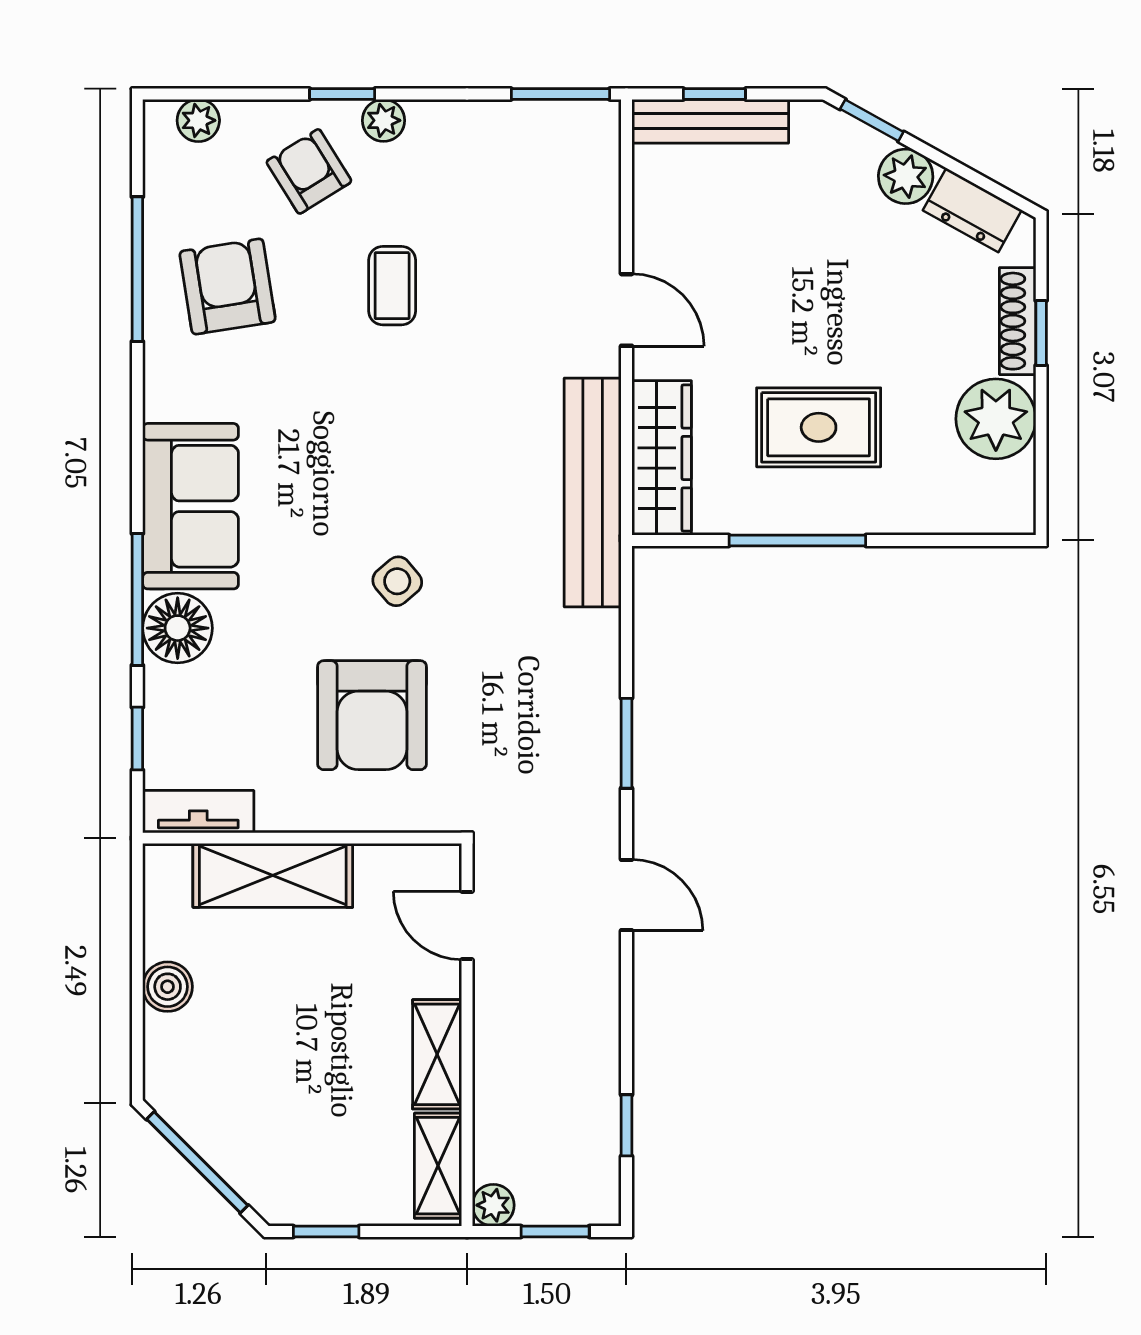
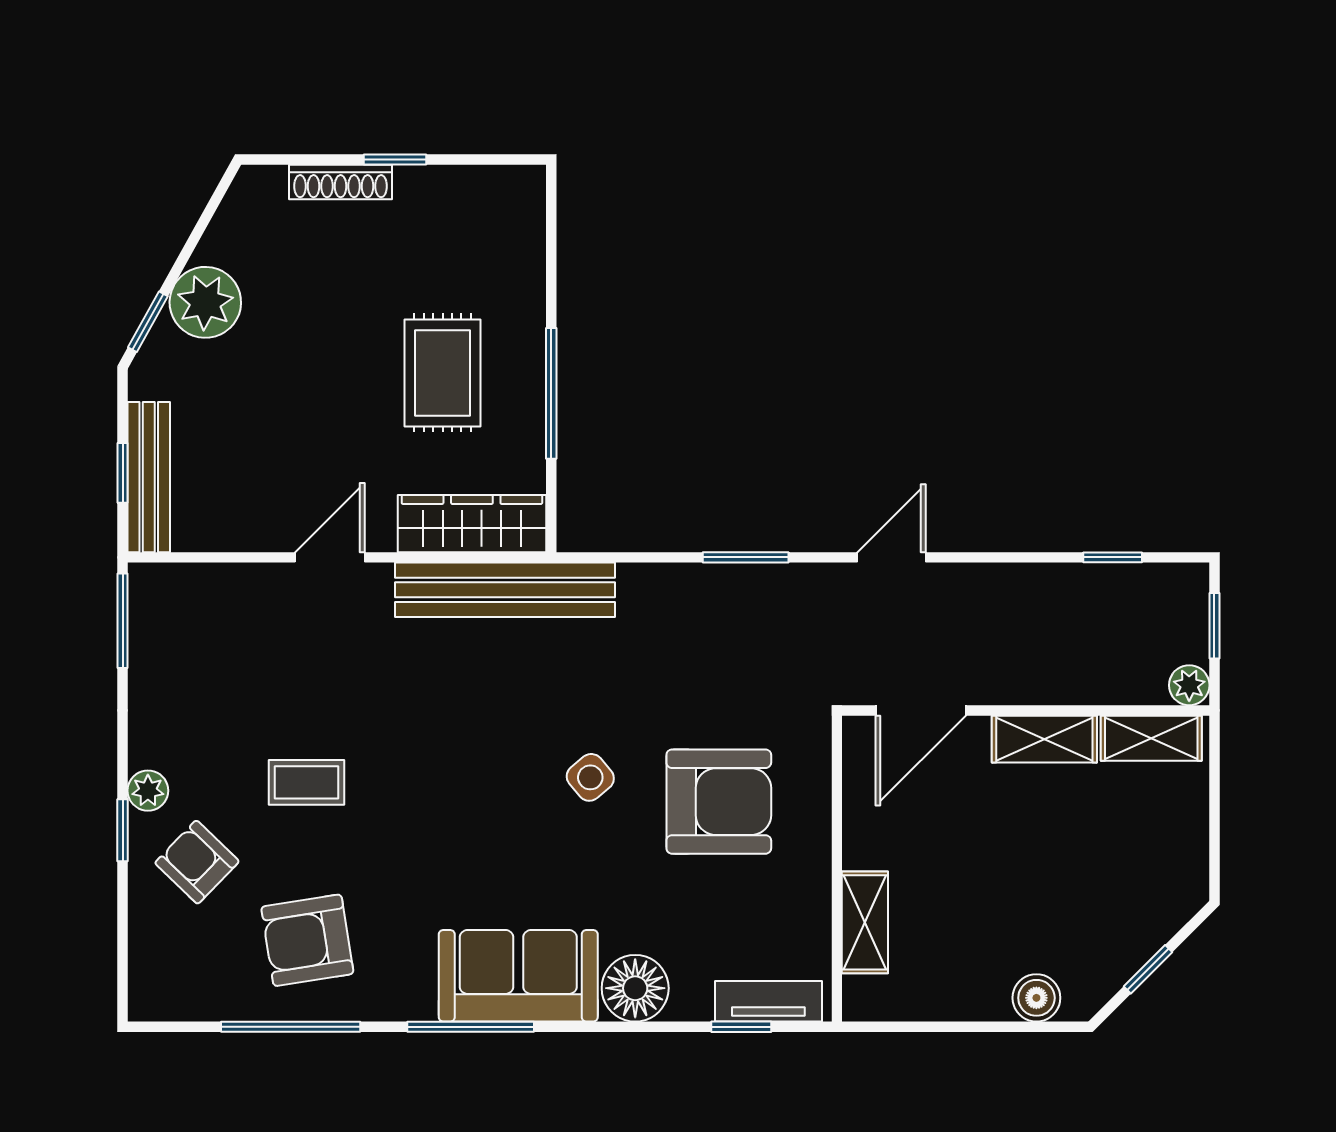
plant: (198, 120) -> (148, 968), removed
armchair: (309, 171) -> (197, 862), turned 76
plant: (906, 176) -> (205, 302), width x1.36, depth x1.36
dresser: (972, 210) -> (234, 225), removed
window: (1041, 333) -> (395, 159), moved
plant: (996, 419) -> (434, 203), removed
window: (137, 599) -> (471, 1027), moved
tv unit: (198, 812) -> (768, 1001), moved, turned 90
shelving: (273, 875) -> (865, 922), width x0.67, depth x0.75
door: (467, 926) -> (921, 710), width x1.38
boiler: (168, 987) -> (1036, 998), moved
window: (197, 1162) -> (1148, 969), width x0.46
window: (326, 1232) -> (1214, 846), removed

